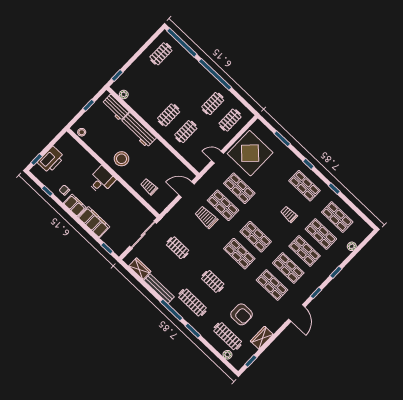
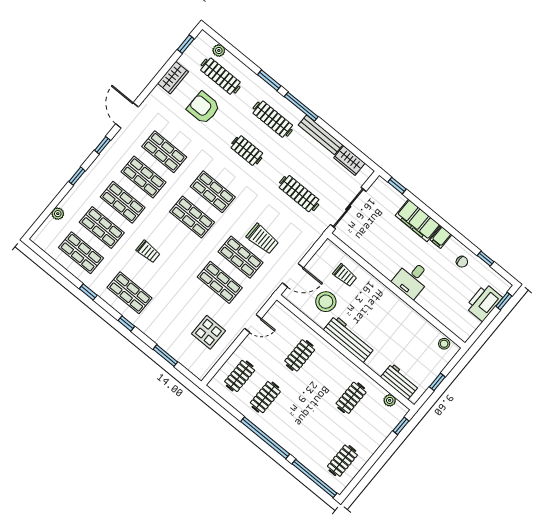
clothes rail: (169, 115) -> (351, 398), moved
workbench: (138, 130) -> (349, 339), moved
display table: (250, 153) -> (208, 332), width x0.54, depth x0.54
stool: (122, 159) -> (326, 302), moved
filing cabinet: (75, 205) -> (441, 237), width x0.50
clothes rail: (178, 248) -> (299, 194), width x1.36

